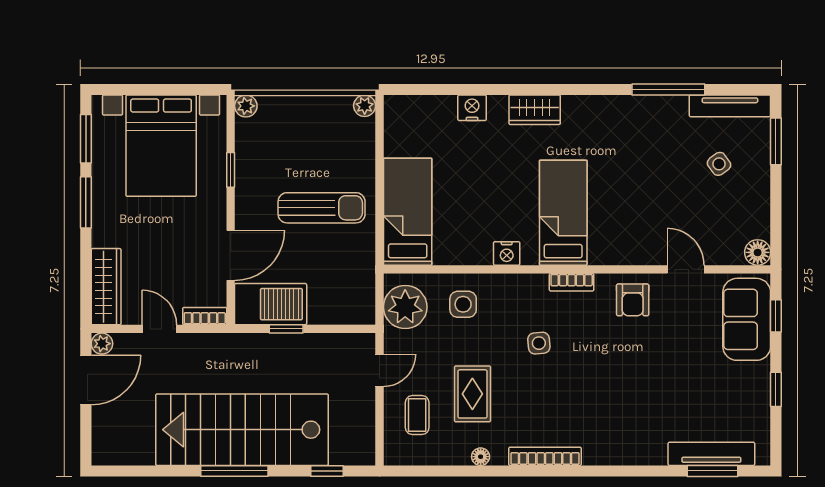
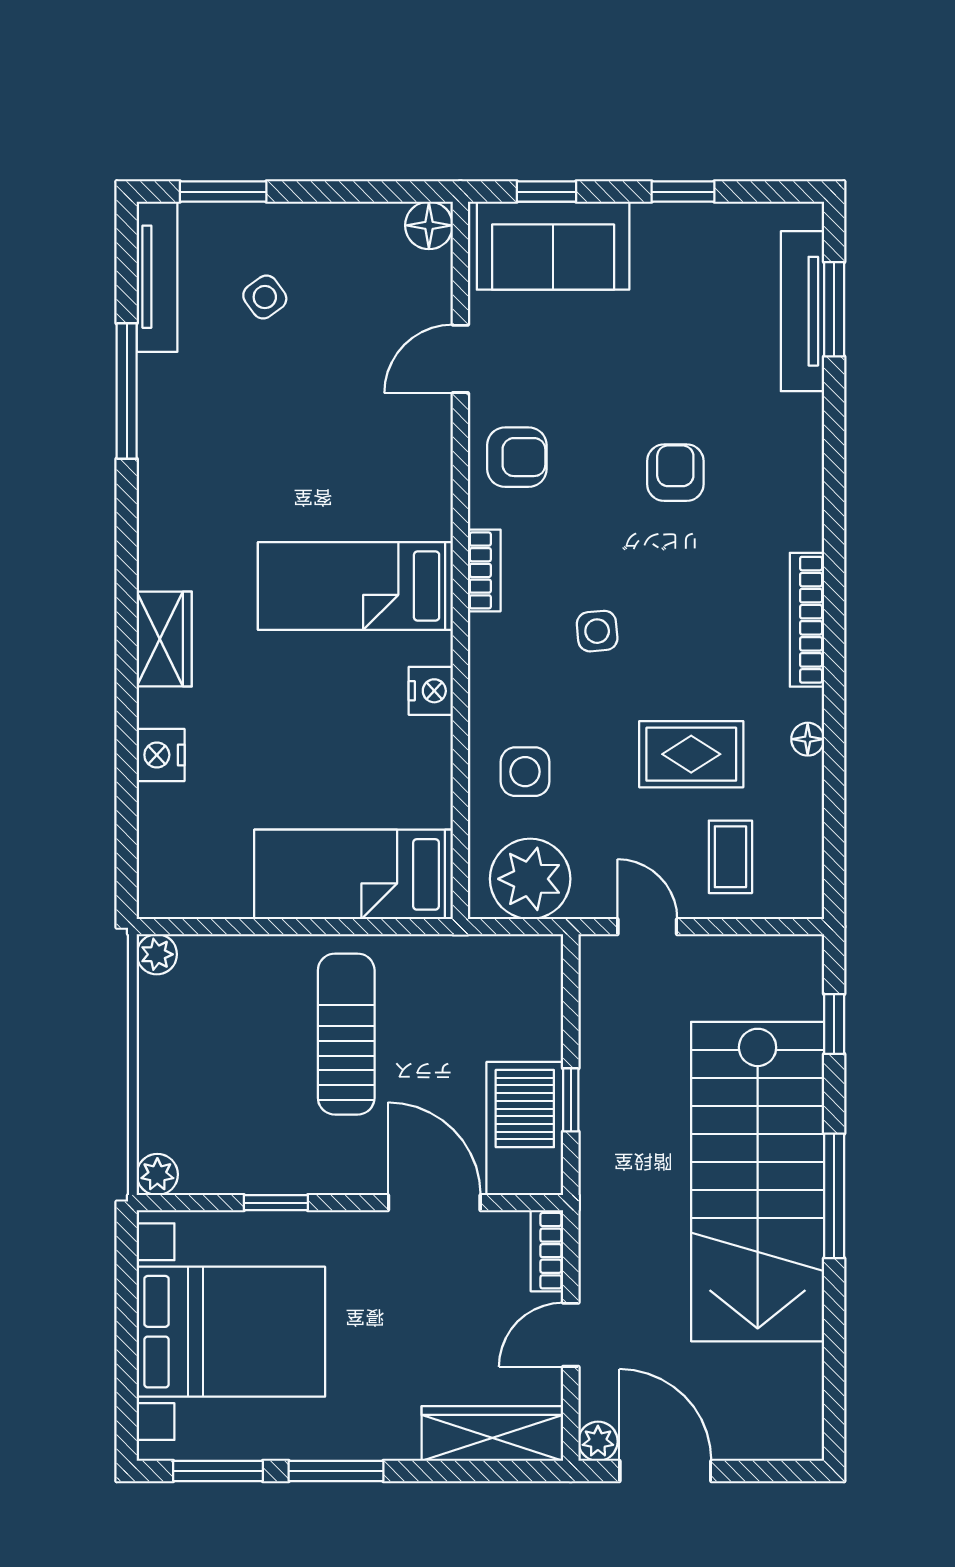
armchair: (624, 385) -> (675, 473), added
coffee table: (417, 415) -> (730, 857), turned 90

